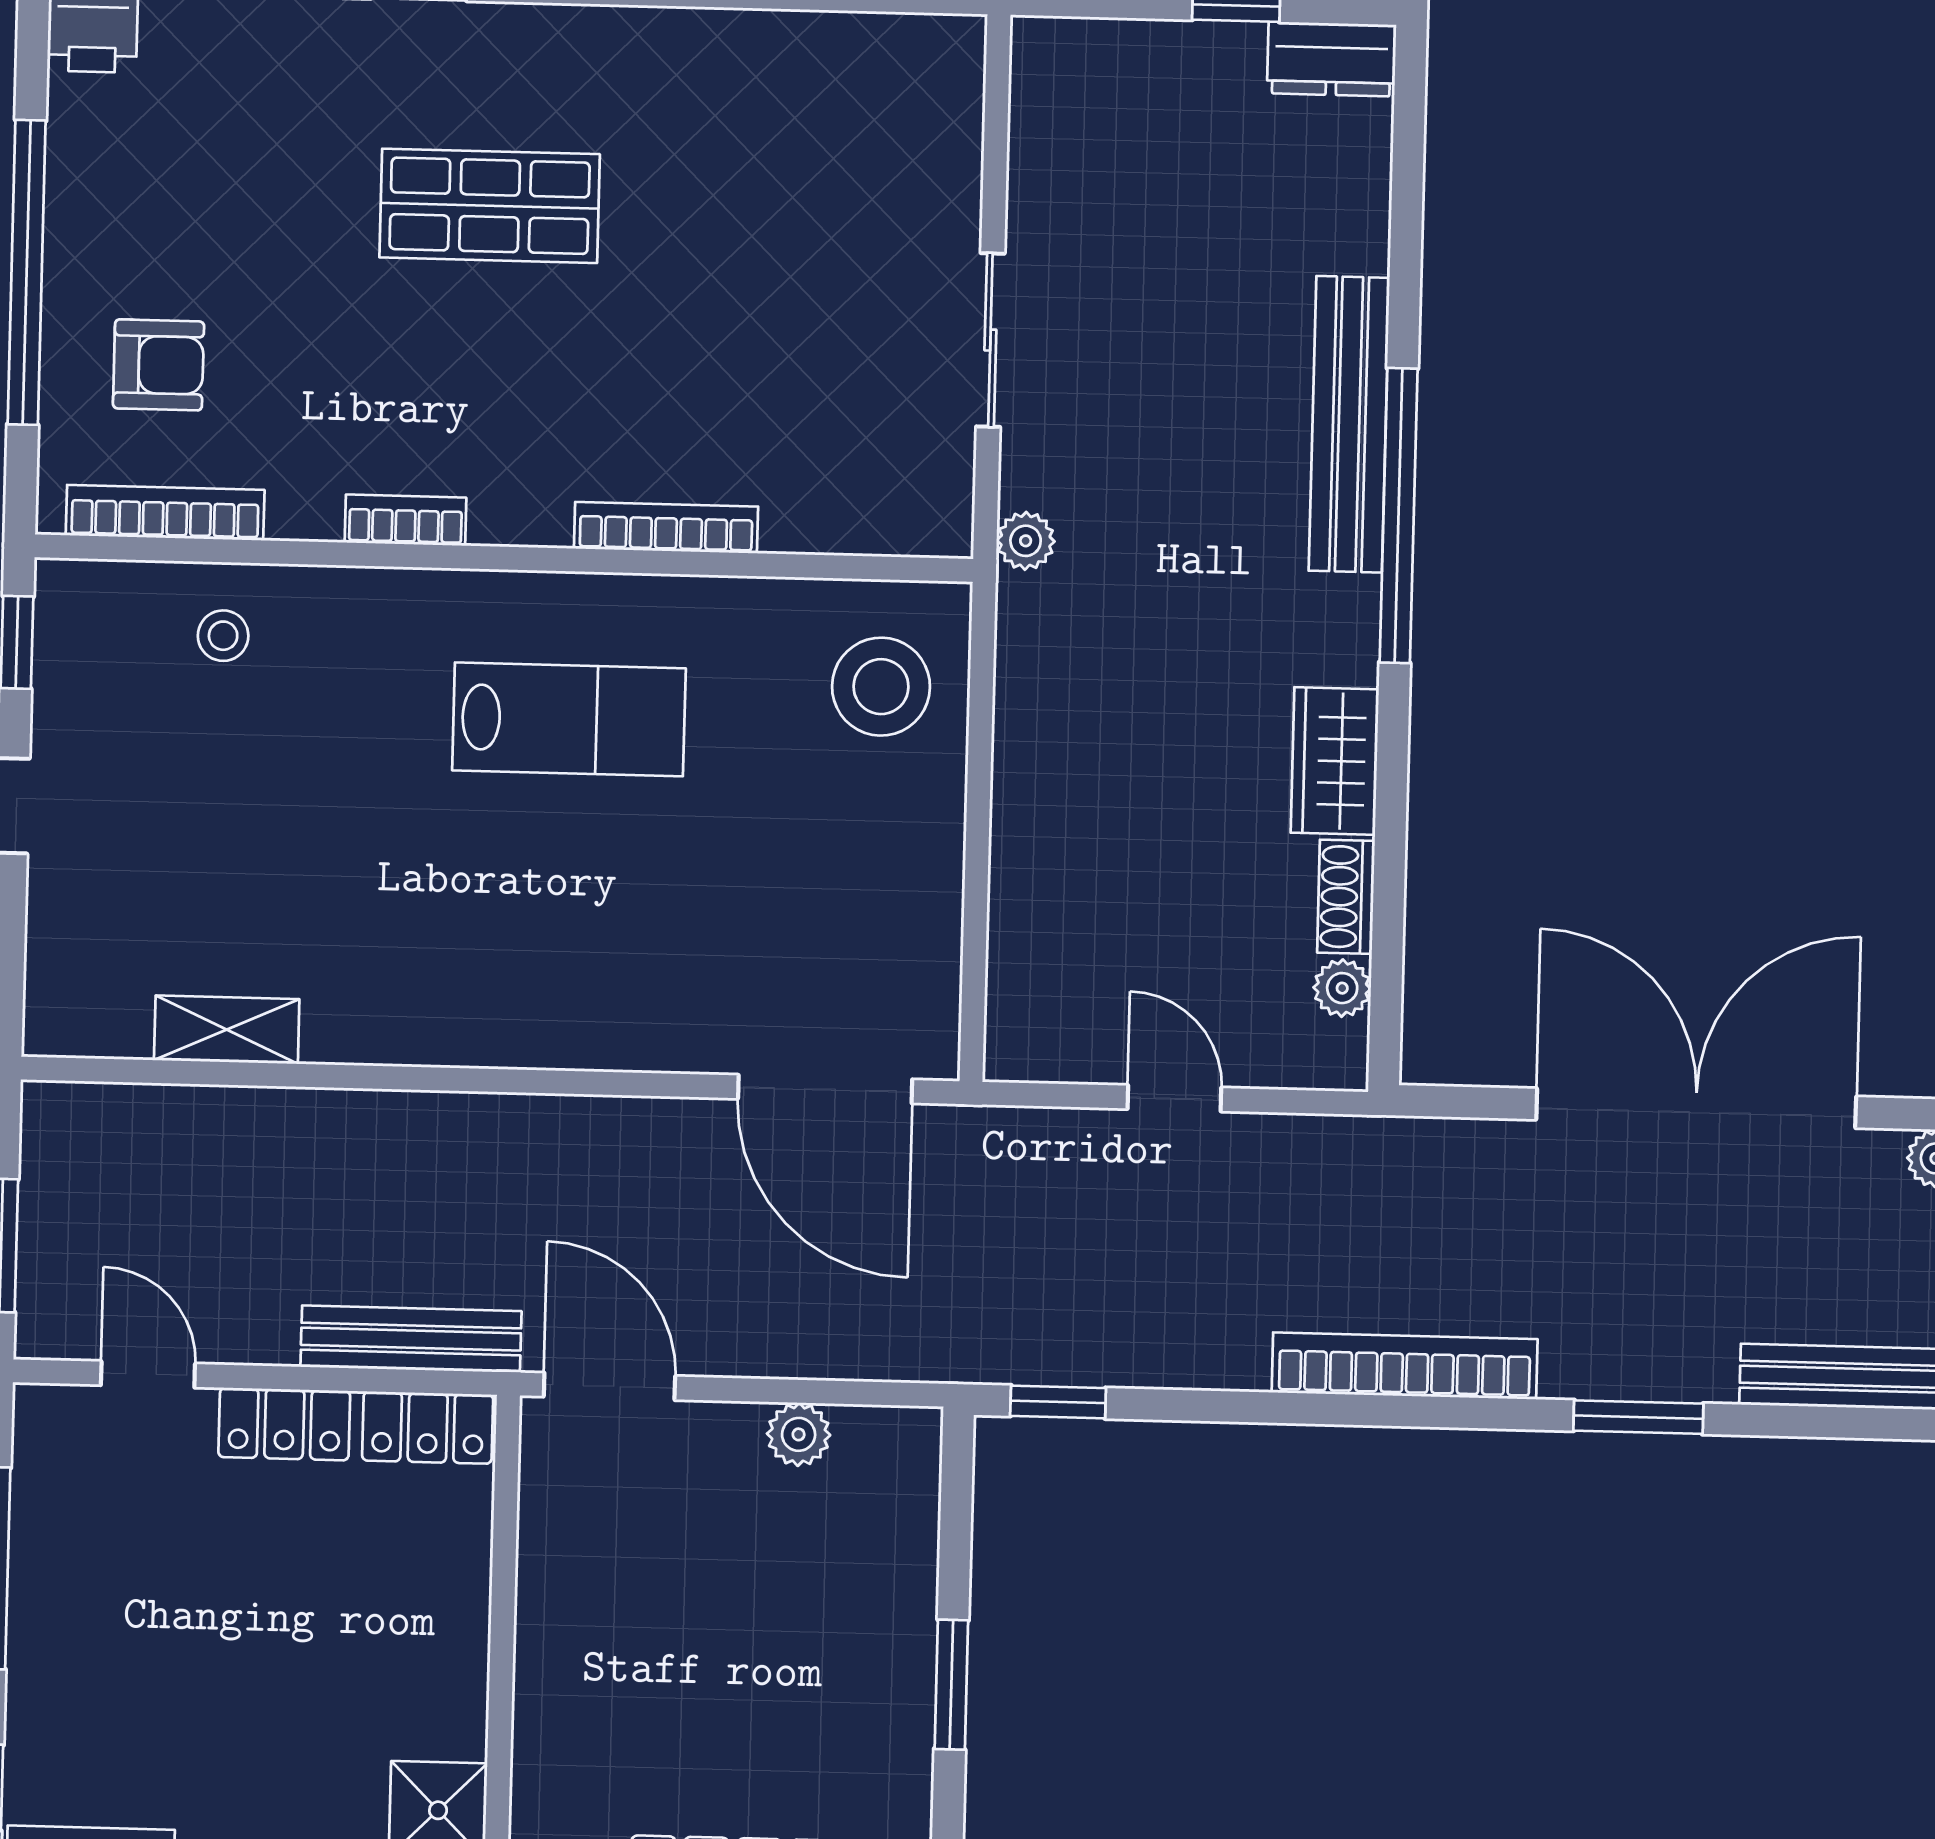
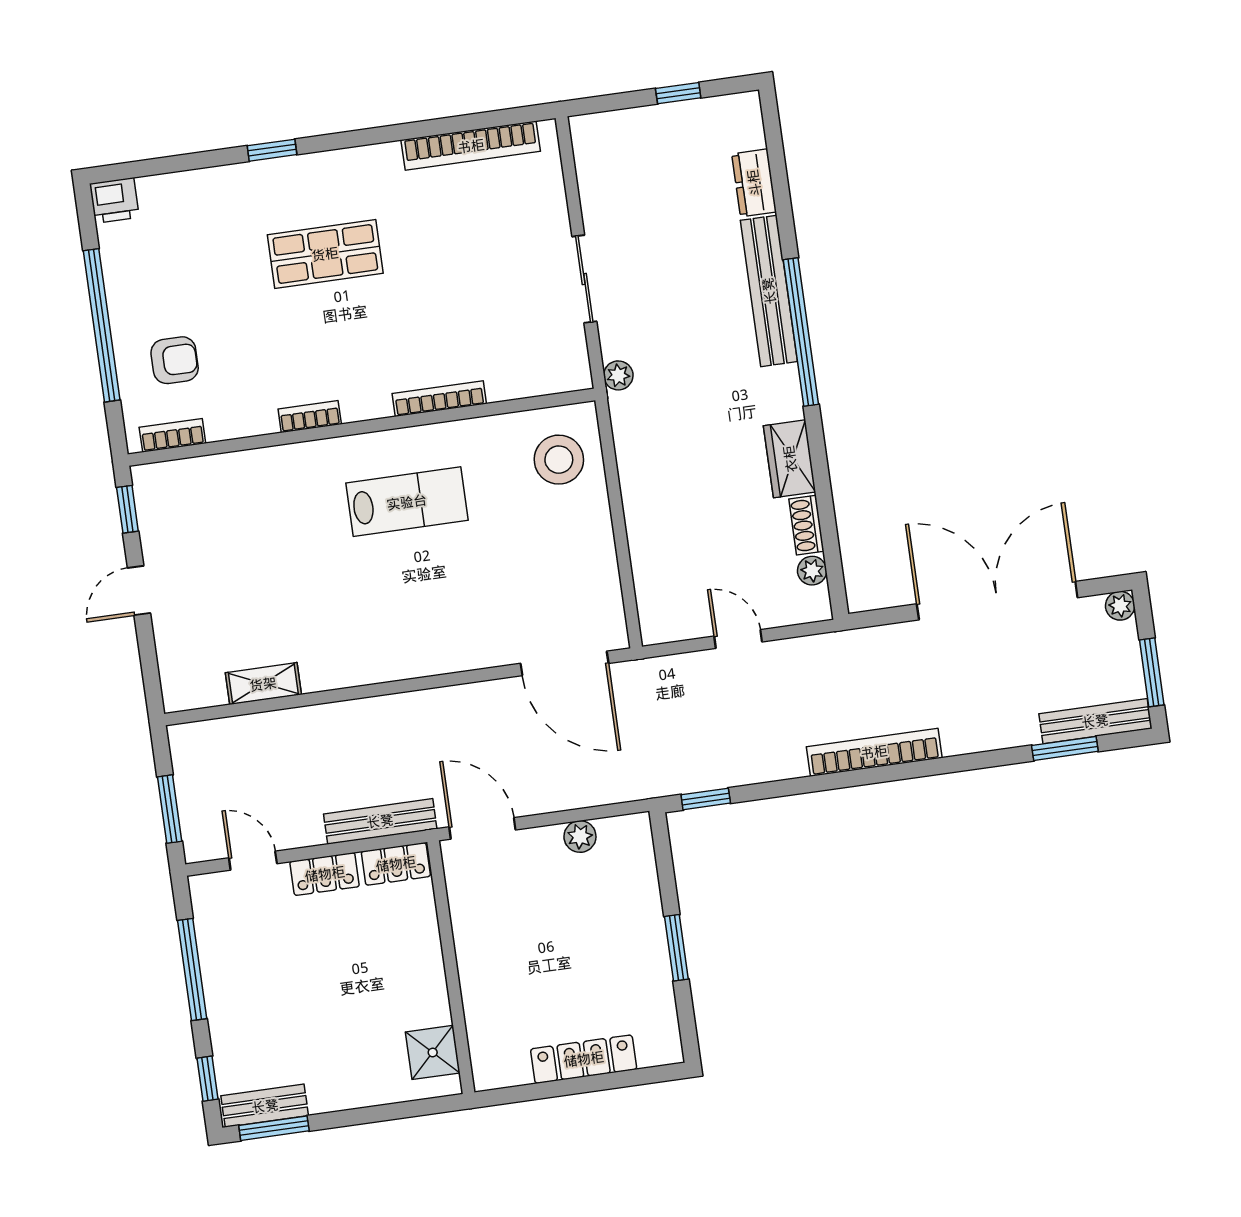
bookcase: (811, 40) -> (471, 146), added
dresser: (1332, 59) -> (754, 183), moved, turned 90
bookcase: (165, 513) -> (172, 435), width x0.64
stool: (223, 636) -> (229, 489), removed
window: (1638, 1417) -> (1065, 748), moved

